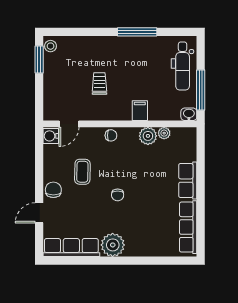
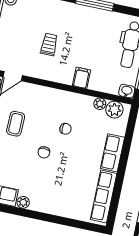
chair: (111, 135) -> (66, 129), moved
plant: (148, 136) -> (114, 110), moved
plant: (113, 245) -> (23, 202), width x0.53, depth x0.53

